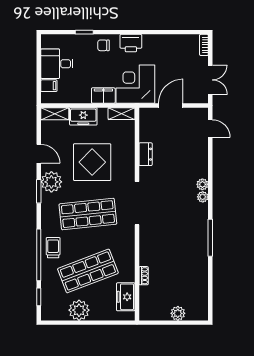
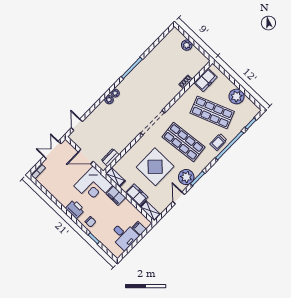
dresser: (146, 154) -> (110, 158), moved

